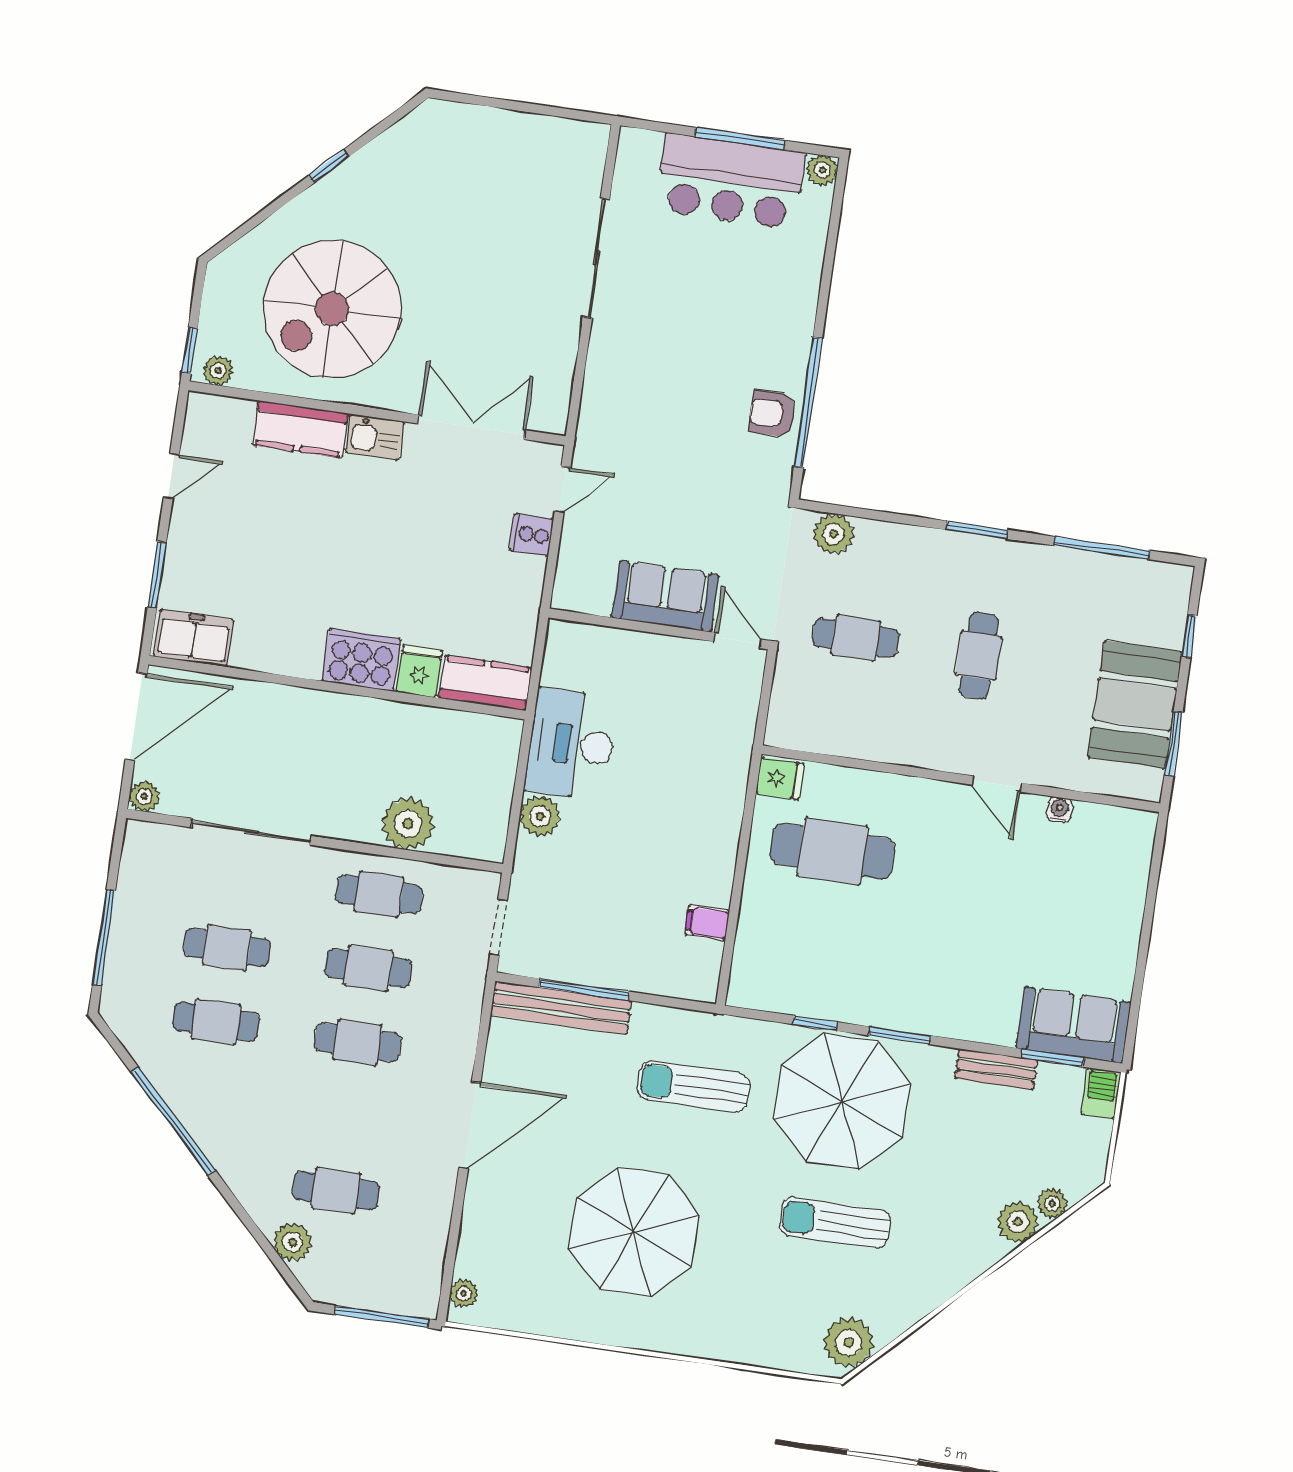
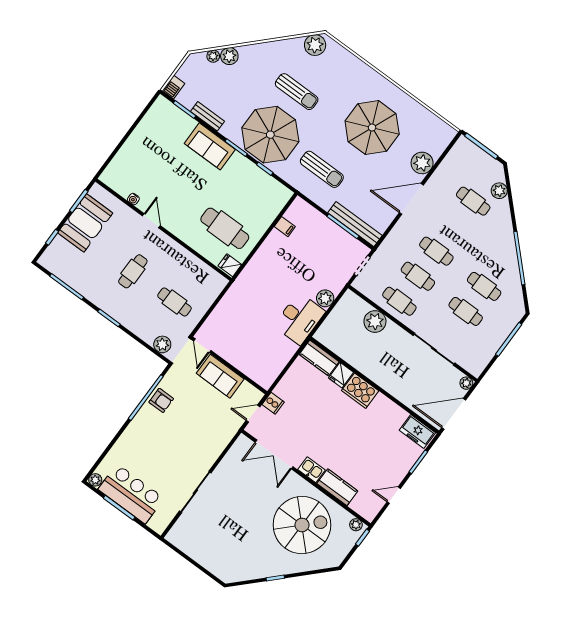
sofa: (665, 596) -> (220, 376), moved
wall: (659, 629) -> (229, 365), moved
door: (738, 641) -> (202, 346), moved
sofa: (1074, 1025) -> (210, 146), moved
plant: (464, 1293) -> (422, 163), moved, width x1.88, depth x1.88

